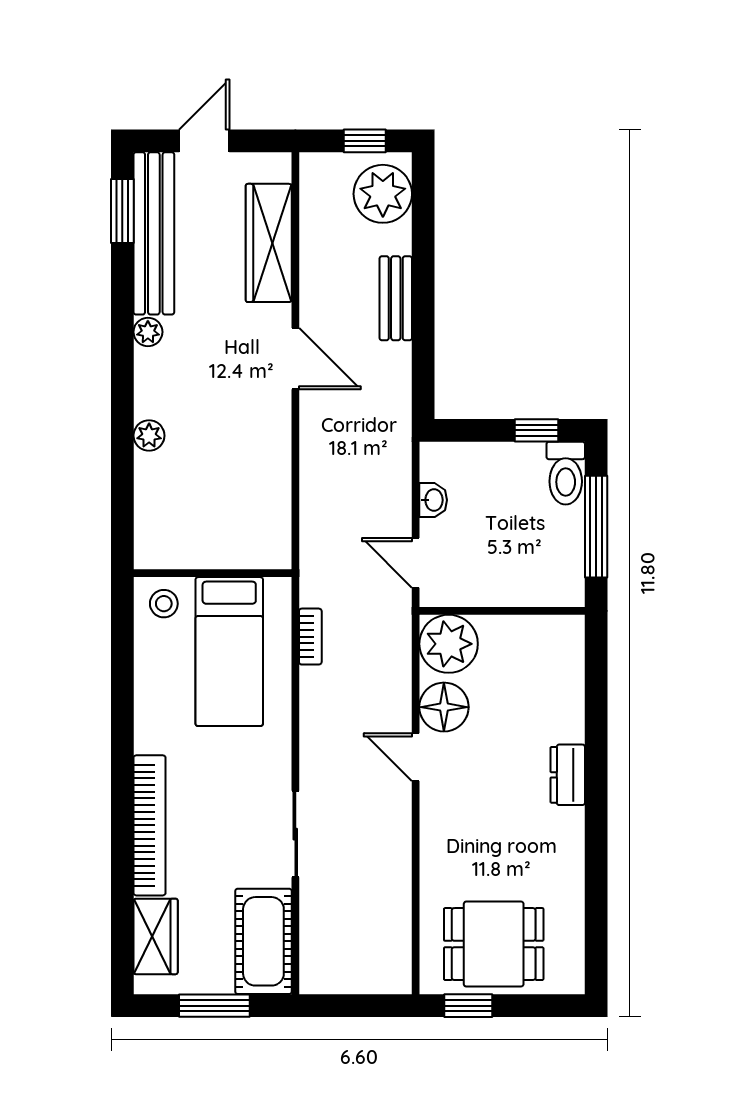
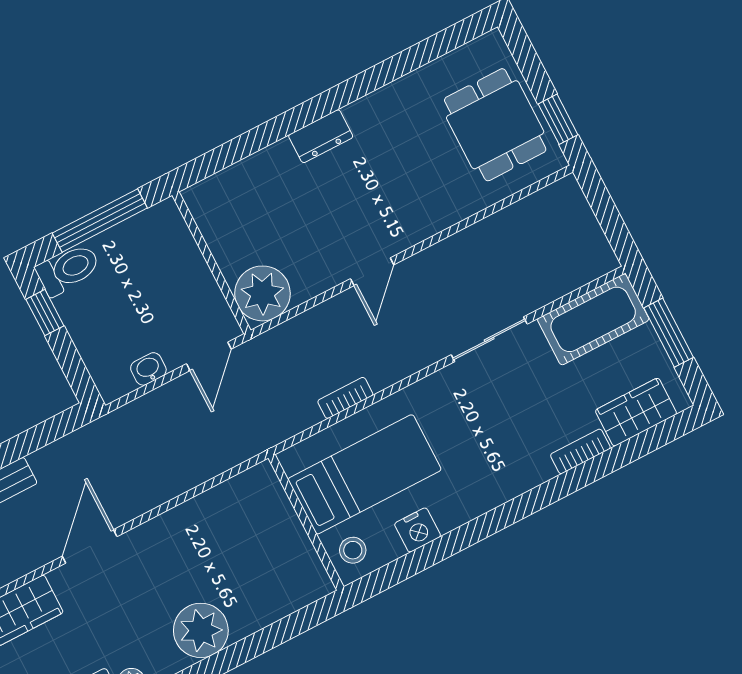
plant: (149, 436) -> (201, 630), width x1.88, depth x1.88
bookcase: (310, 637) -> (345, 398), moved
nightstand: (151, 674) -> (418, 530), added
floor lamp: (444, 707) -> (318, 270), removed
bookcase: (150, 825) -> (580, 451), width x0.43, depth x0.76

